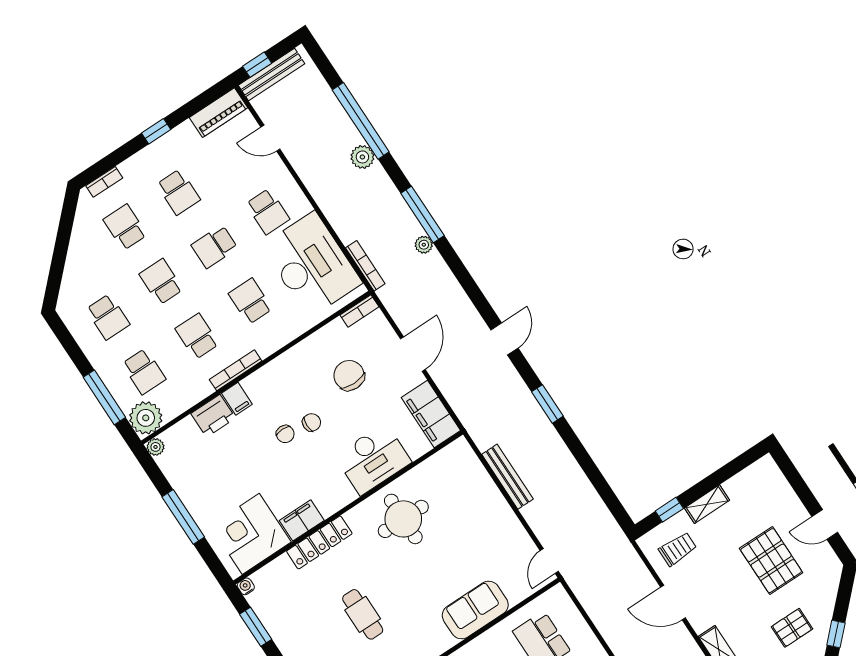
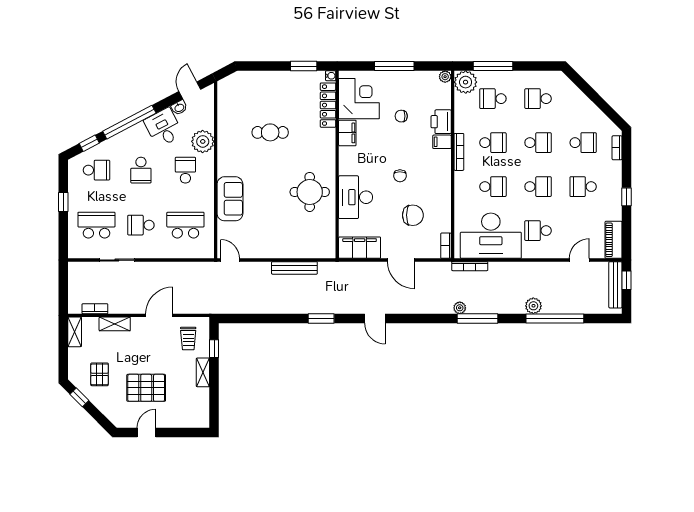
school desk: (214, 247) -> (538, 187), turned 90
chair: (285, 434) -> (401, 116), moved
locker: (319, 542) -> (328, 105), moved

